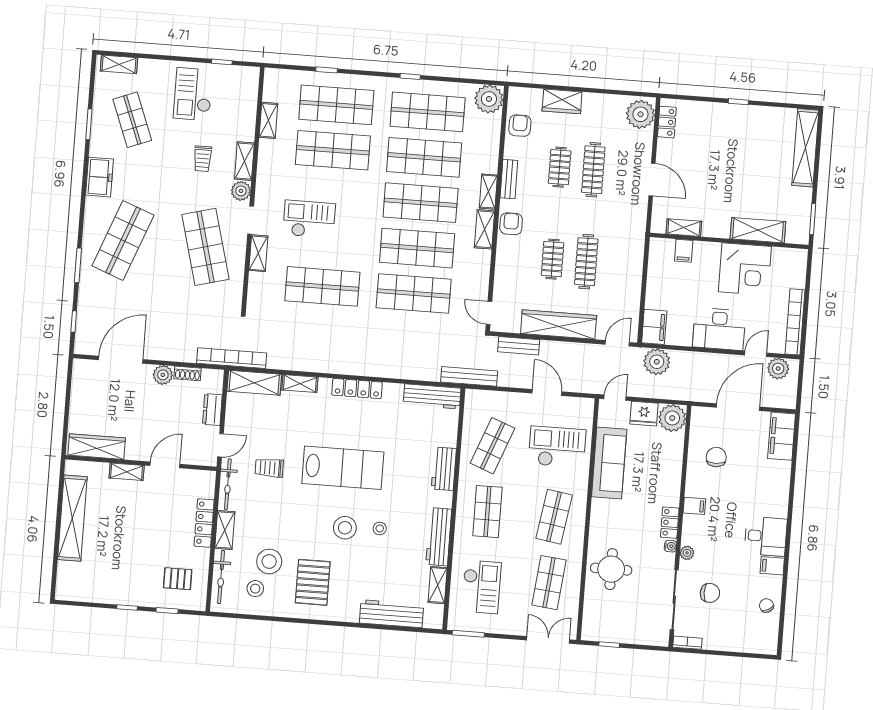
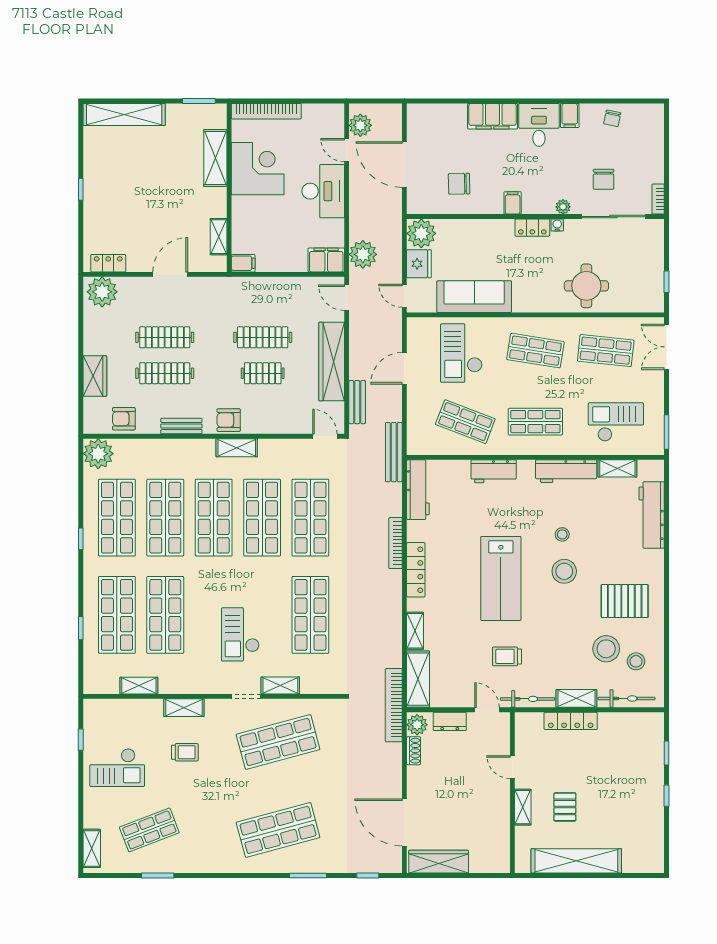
clothes rail: (560, 167) -> (165, 373), width x1.36
freezer: (99, 177) -> (213, 860), removed
plant: (241, 191) -> (216, 709), removed
shelving: (488, 192) -> (196, 447), removed
shop shelf: (123, 241) -> (278, 830), turned -36
filing cabinet: (684, 251) -> (243, 263), moved
door: (489, 313) -> (325, 436), swing flipped
bookcase: (795, 322) -> (266, 111), moved
bookcase: (384, 372) -> (396, 543), added
plant: (163, 375) -> (417, 725), moved
filing cabinet: (782, 436) -> (493, 116), moved
wardrobe: (97, 447) -> (439, 862), moved, turned 90
door: (165, 465) -> (512, 767), width x0.73
trolley: (269, 468) -> (507, 656), turned 90
lab bench: (343, 468) -> (501, 578), turned 180
pallet: (178, 579) -> (565, 807), moved
chair: (710, 593) -> (604, 179), turned 180
chair: (766, 605) -> (612, 118), turned -50

